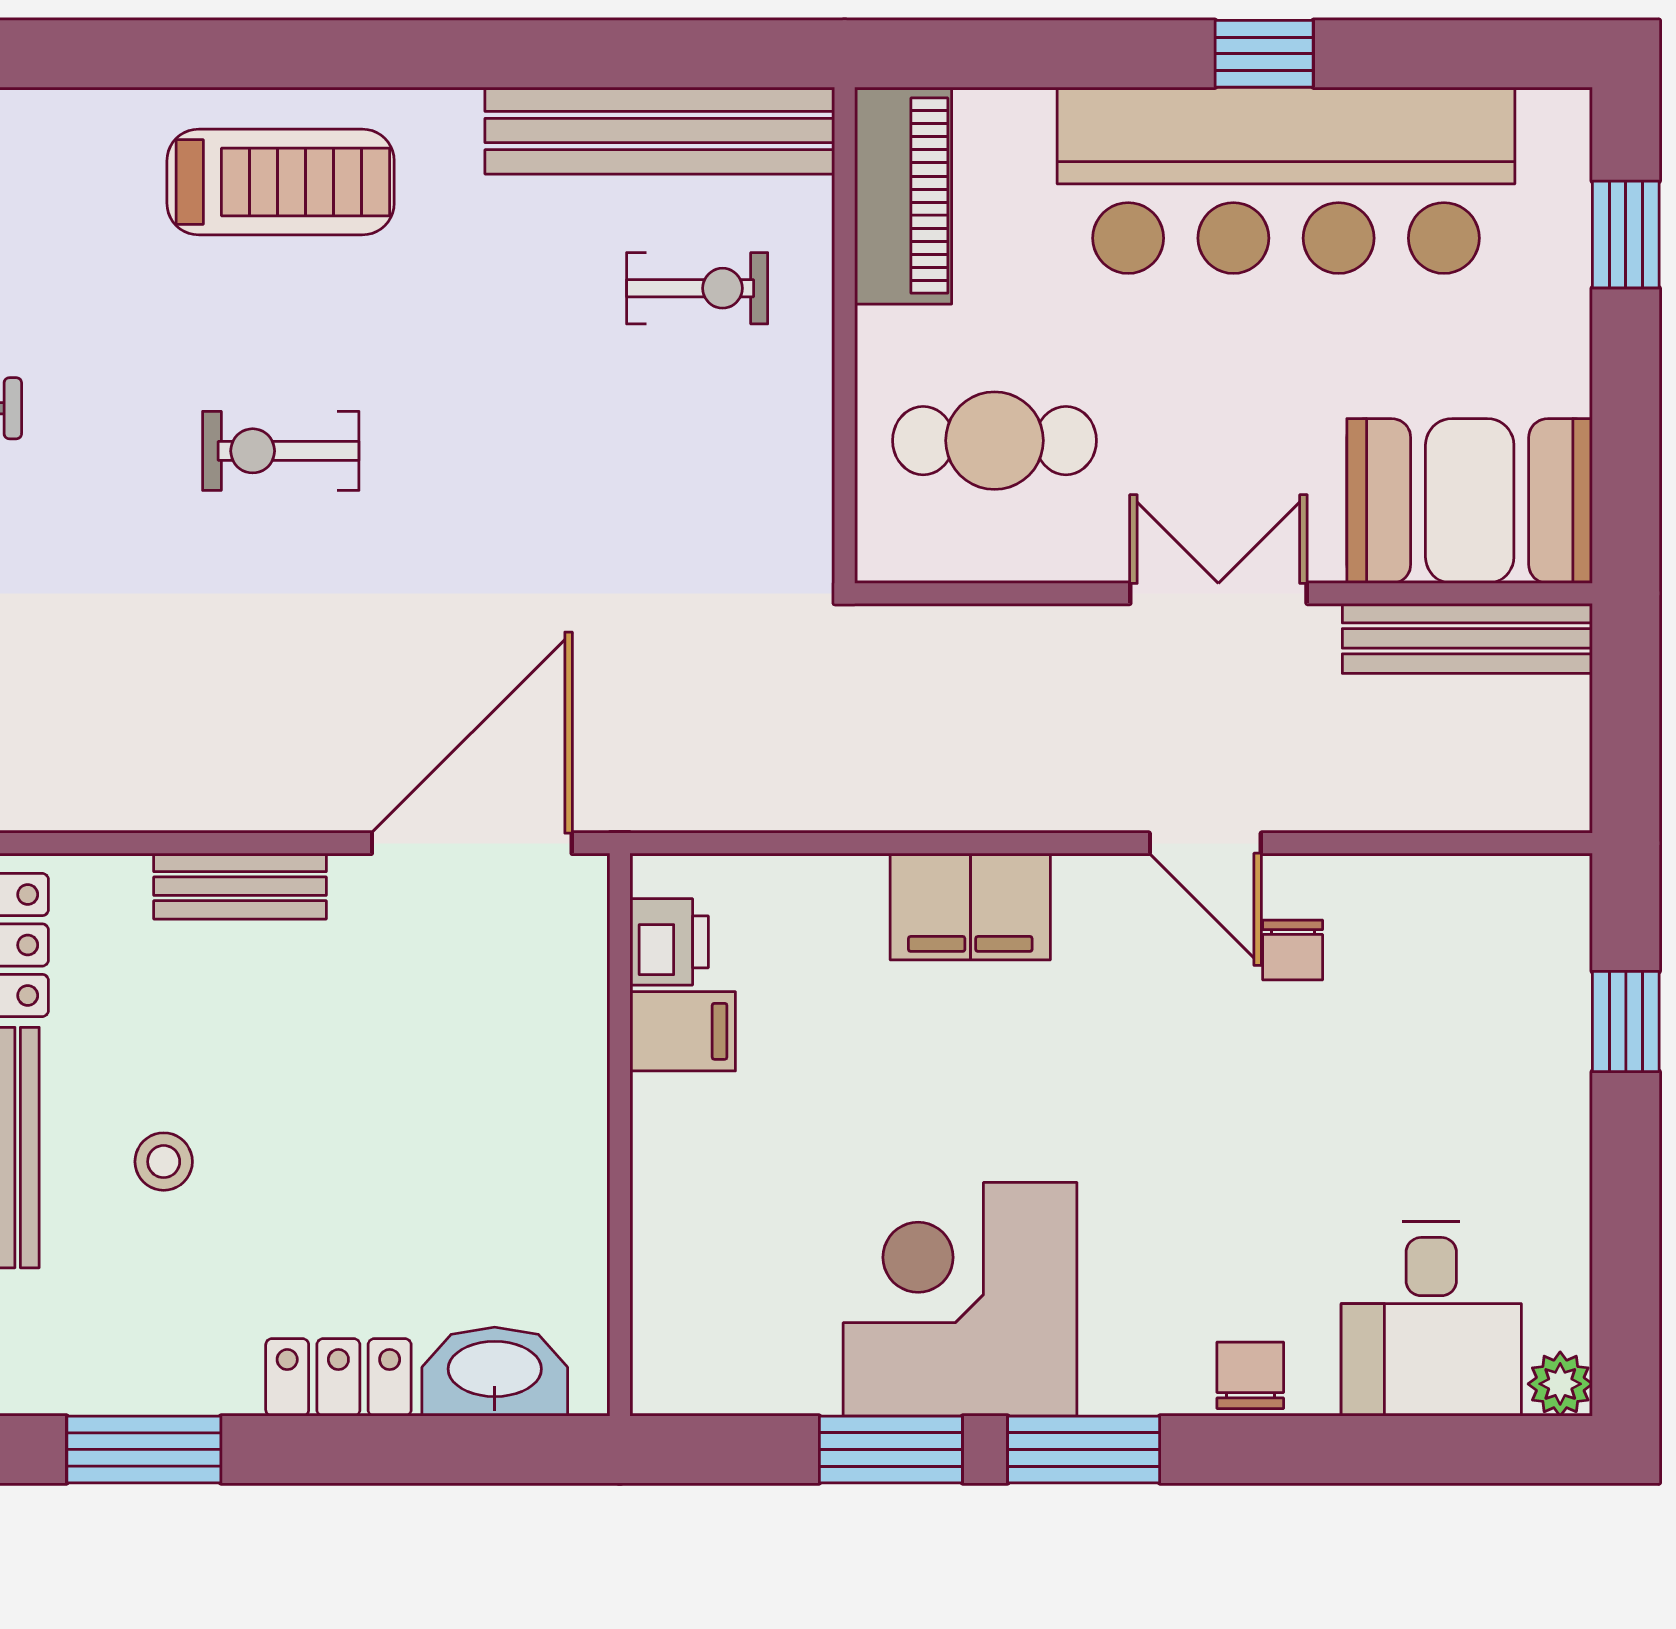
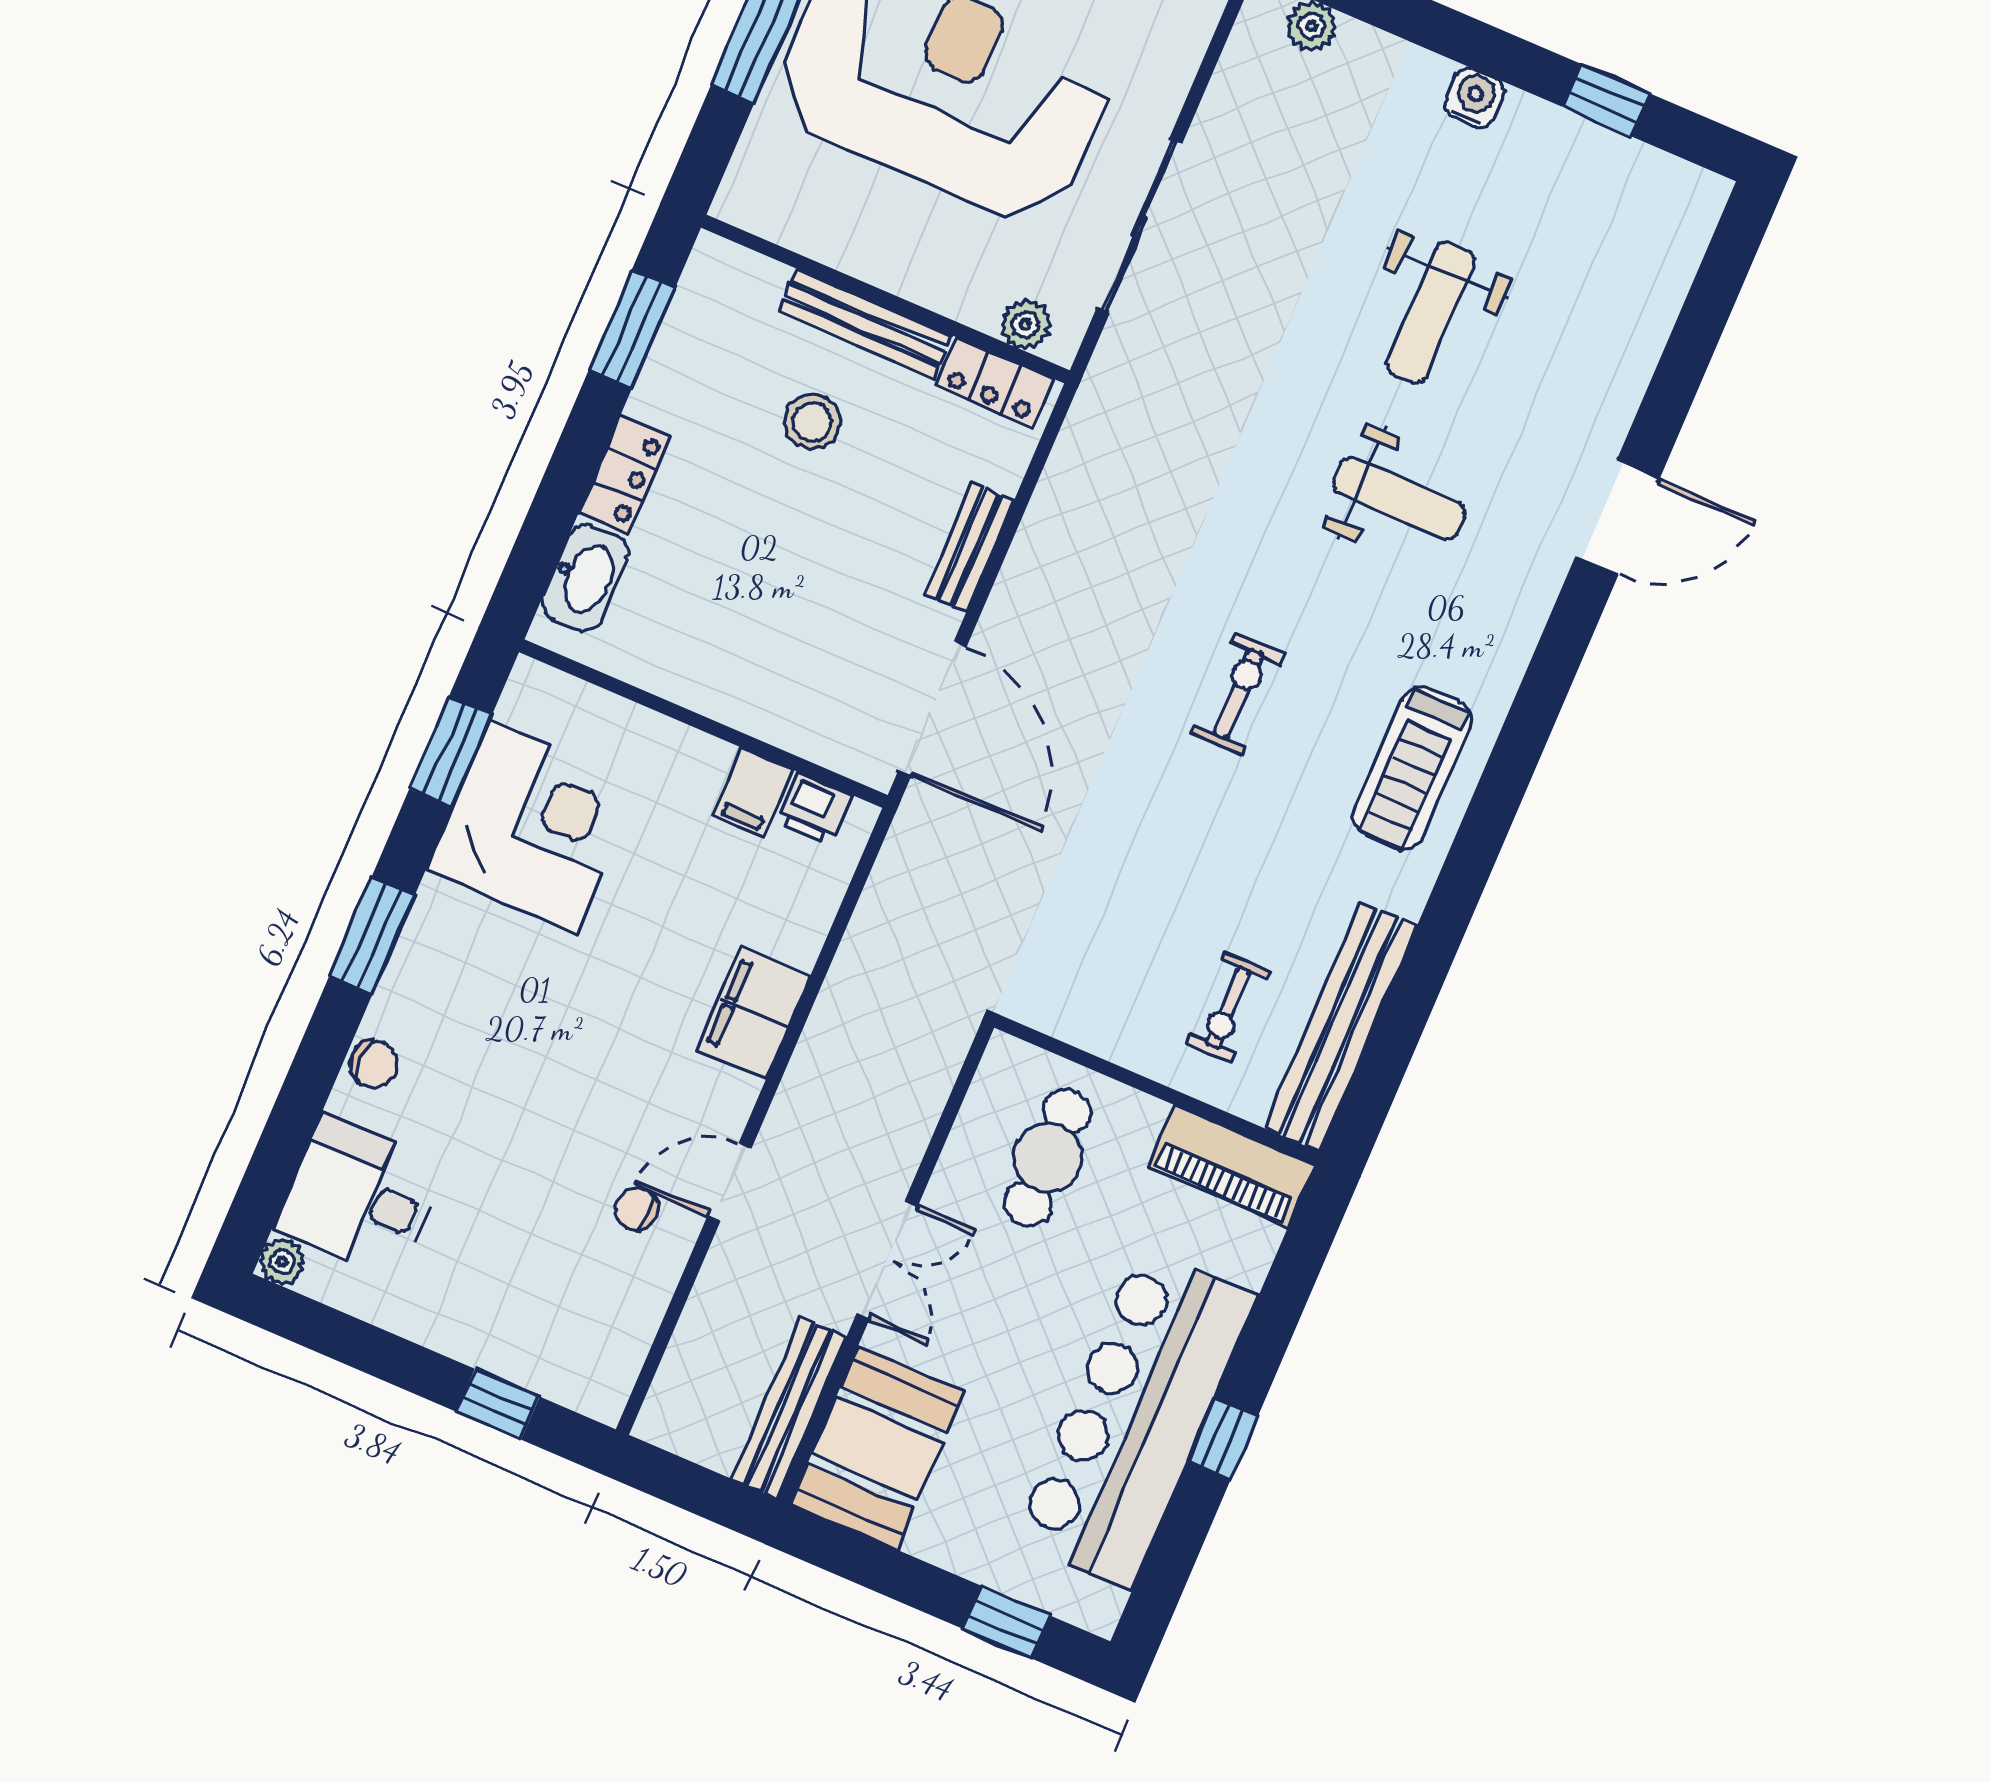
stool: (164, 1162) -> (812, 422), width x1.37, depth x1.37
corner desk: (960, 1299) -> (533, 827), moved
window: (891, 1449) -> (451, 752), moved

